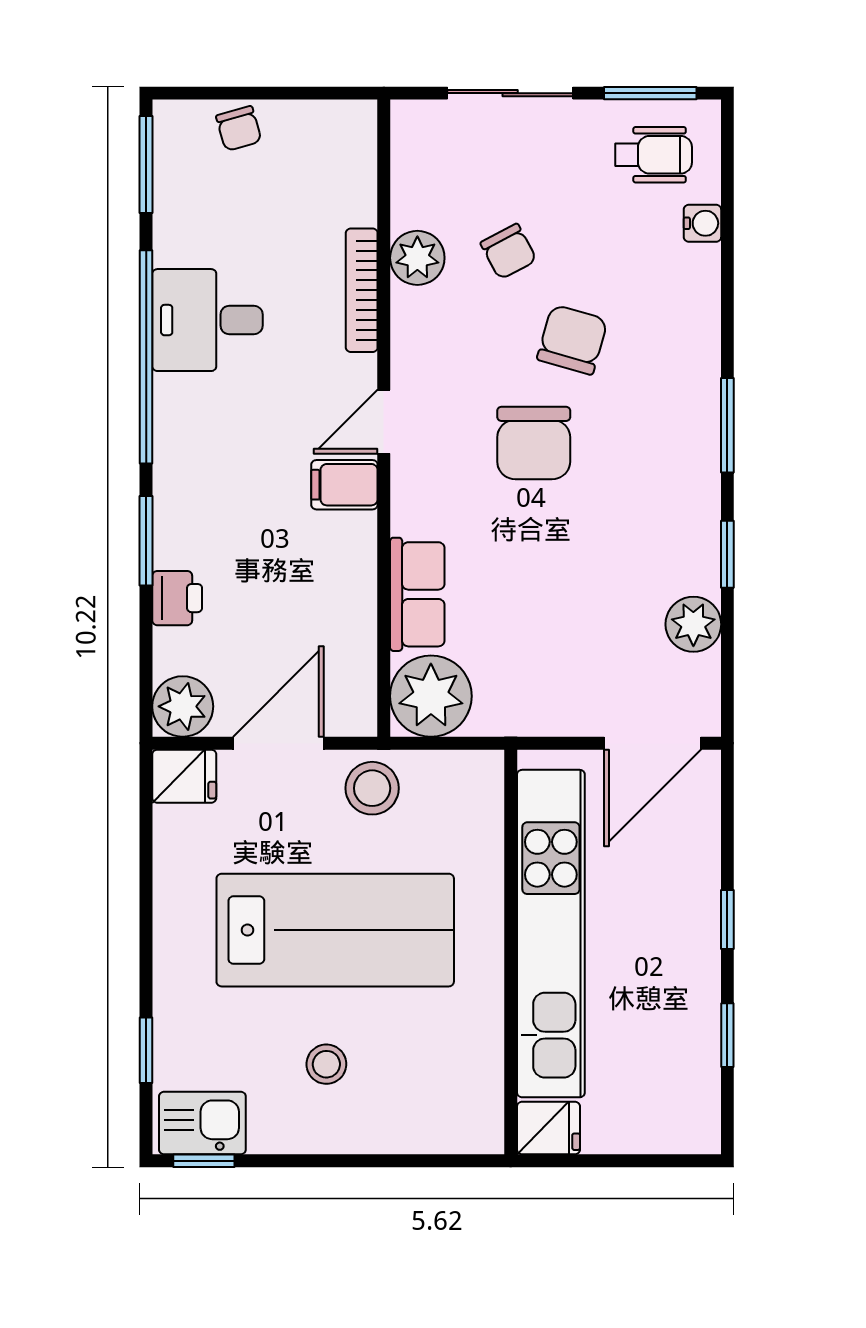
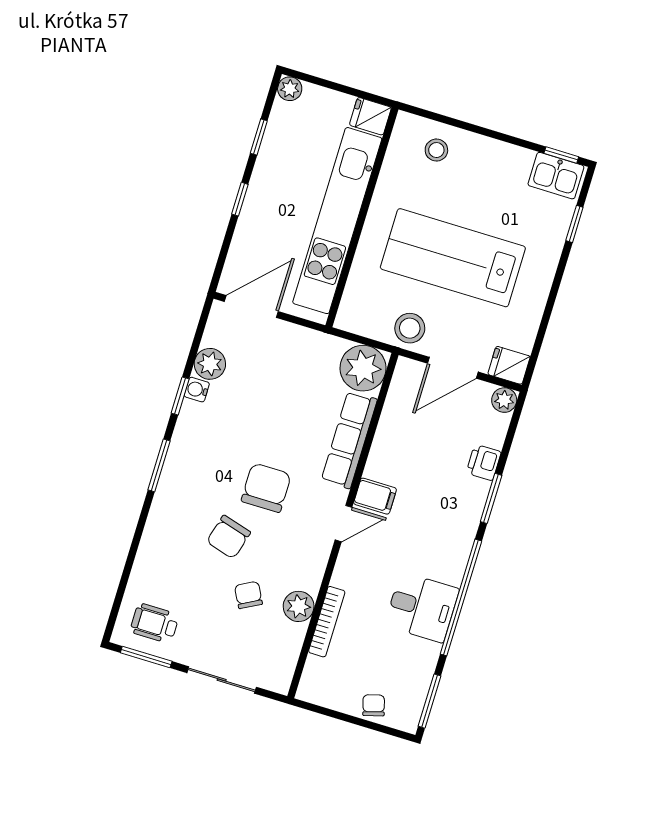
water cooler: (702, 223) -> (197, 390), moved
bookcase: (362, 290) -> (327, 622), moved
row of seats: (417, 594) -> (349, 440), width x1.48
plant: (183, 706) -> (504, 400), width x0.73, depth x0.73
stool: (326, 1064) -> (436, 150), moved
plant: (700, 1133) -> (290, 89), added

